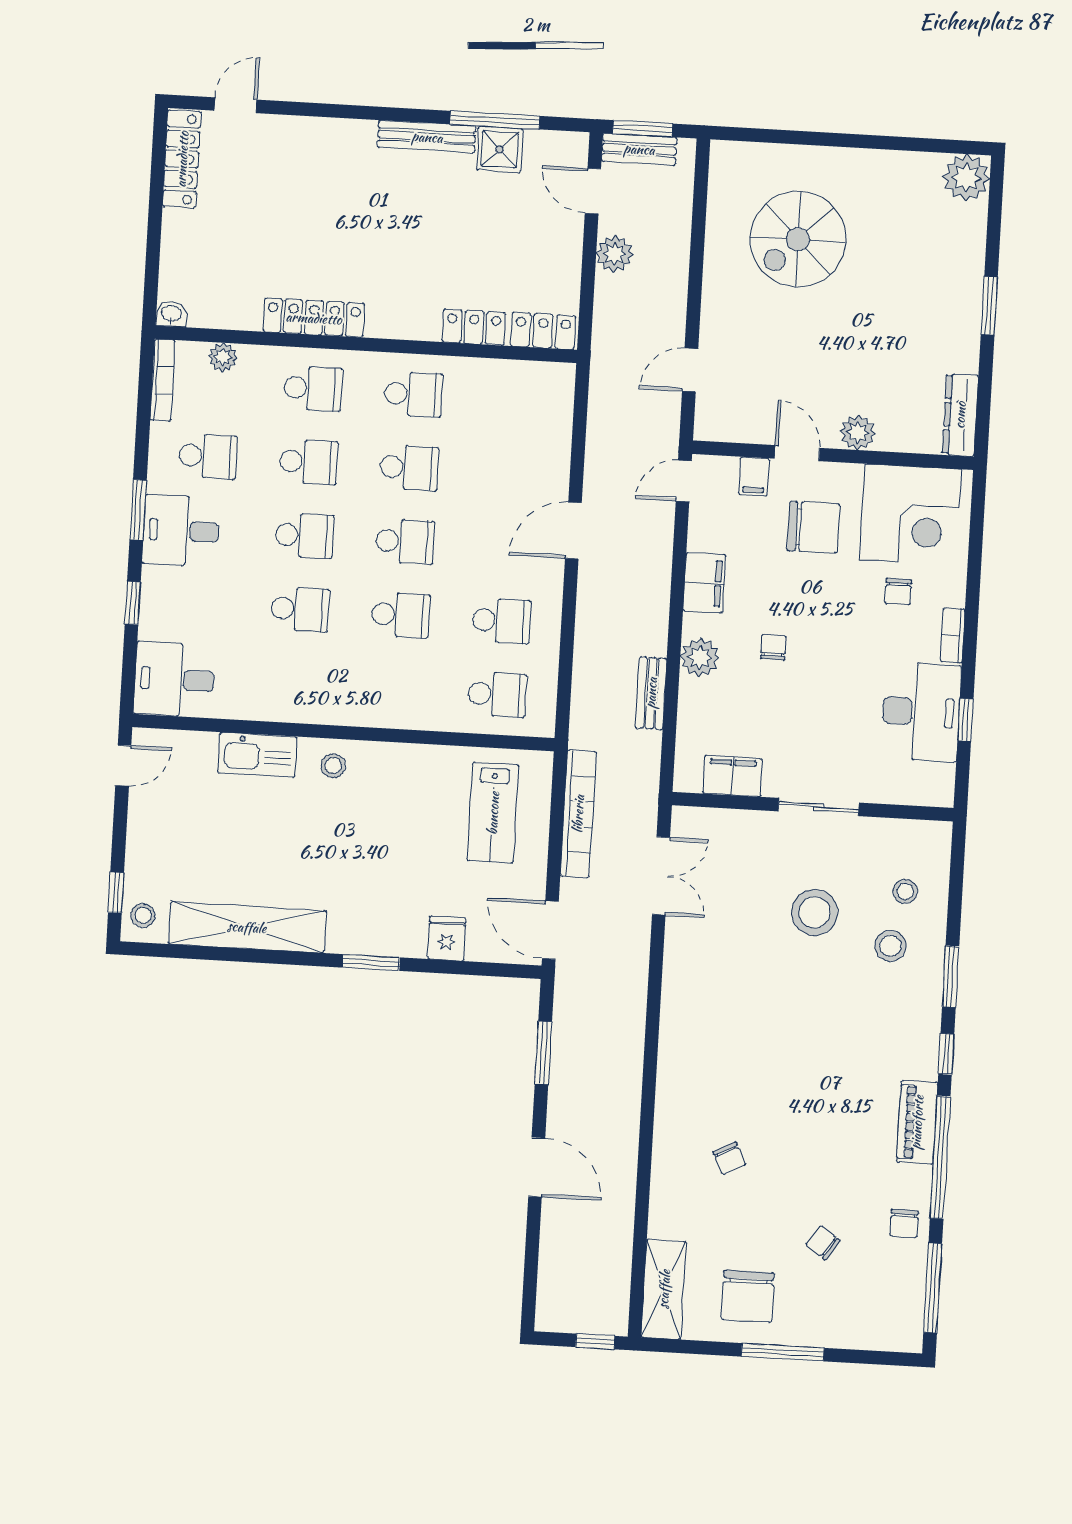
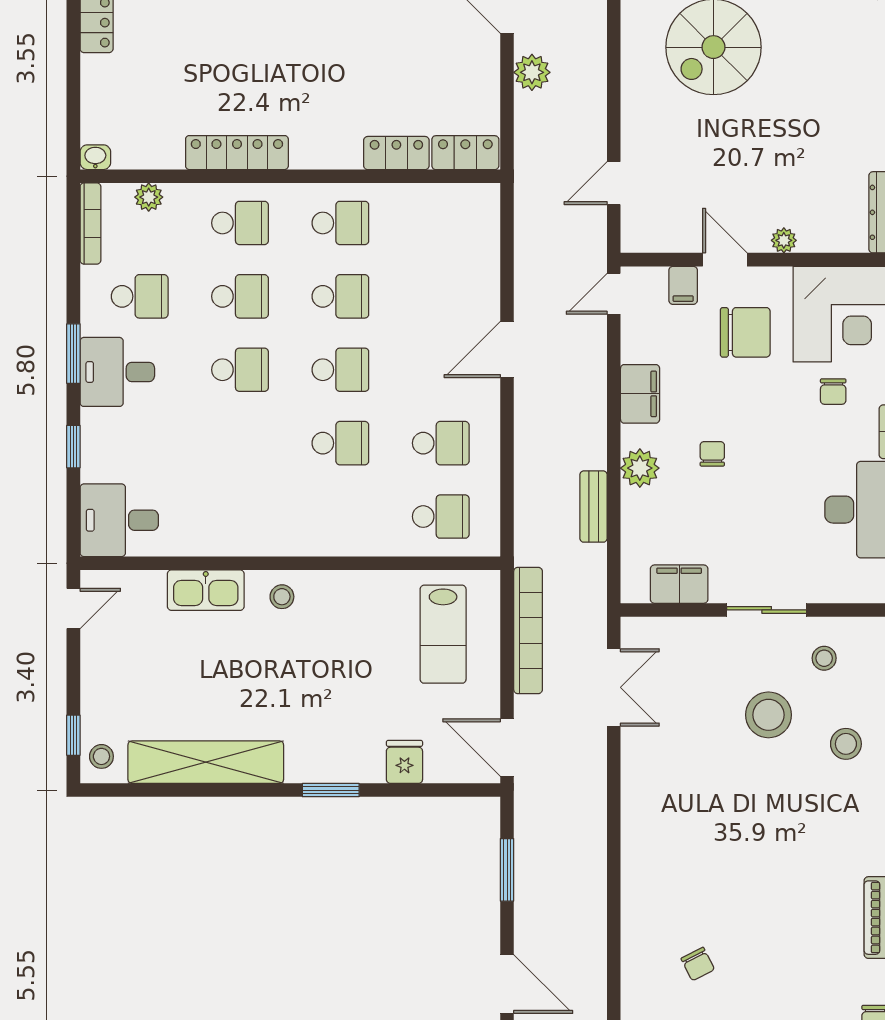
plant: (858, 432) -> (784, 240), width x0.73, depth x0.73
school desk: (300, 609) -> (240, 443), removed
stool: (905, 891) -> (824, 658), moved

